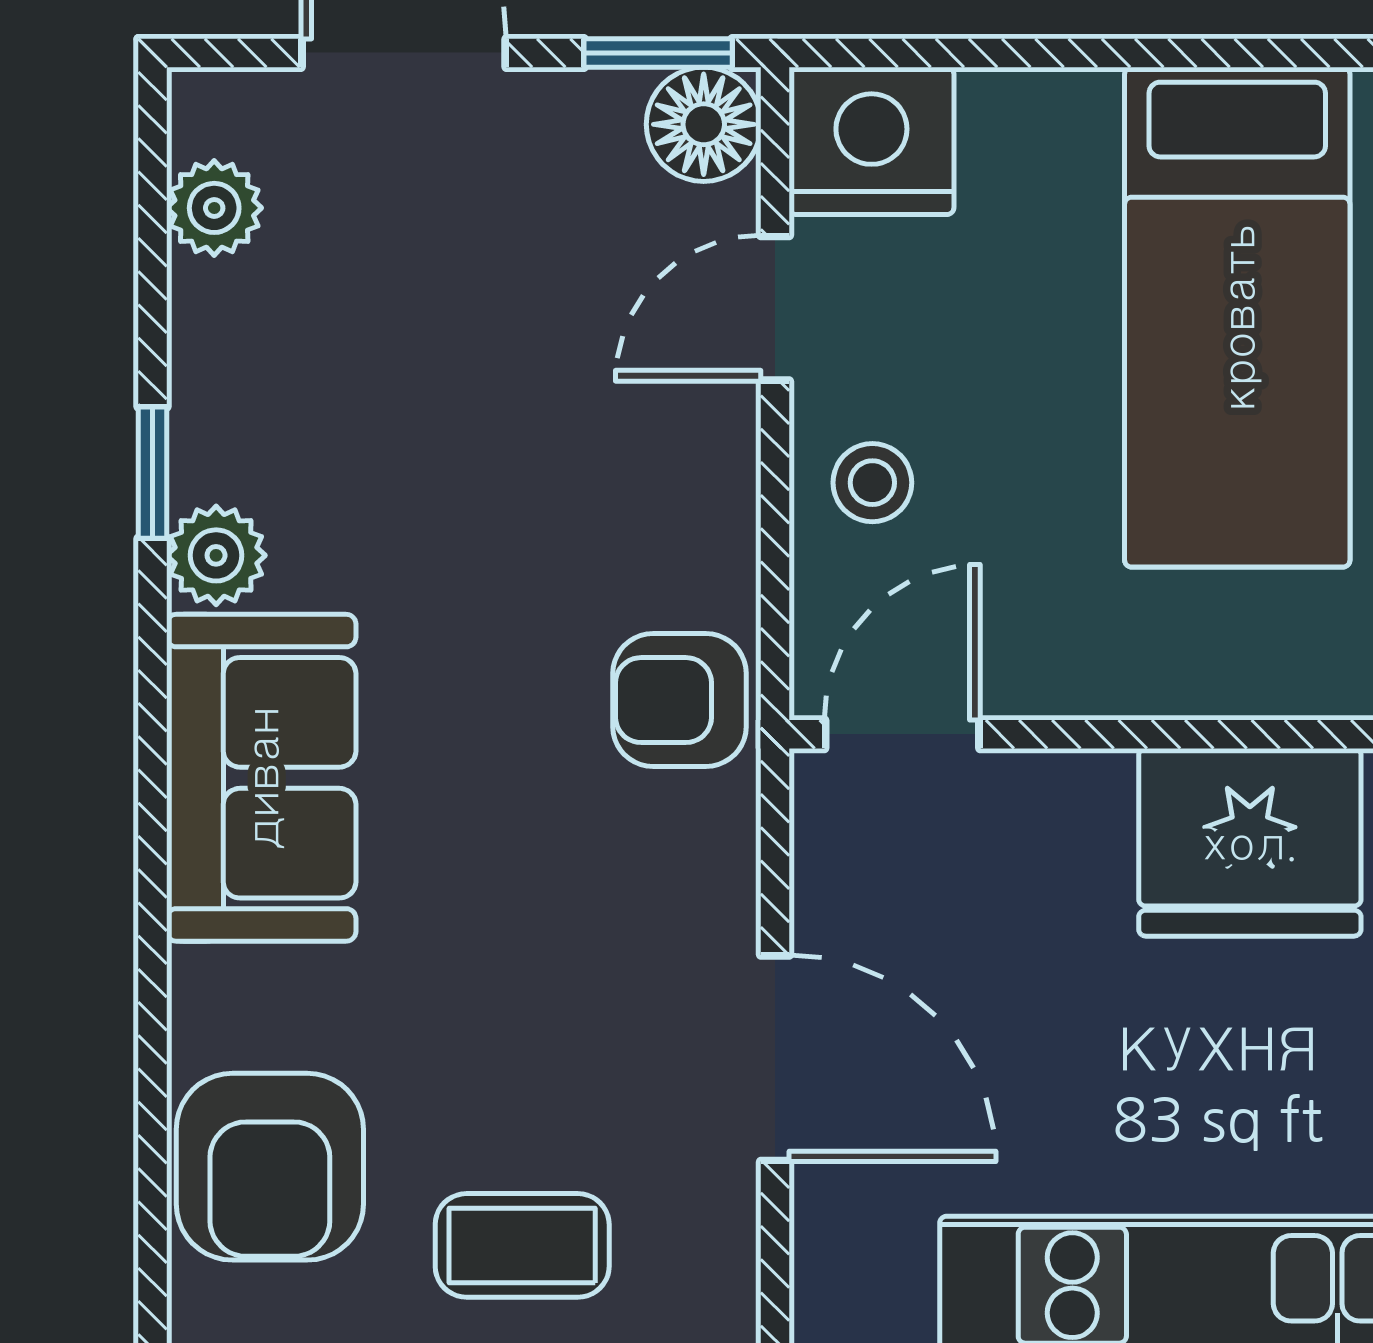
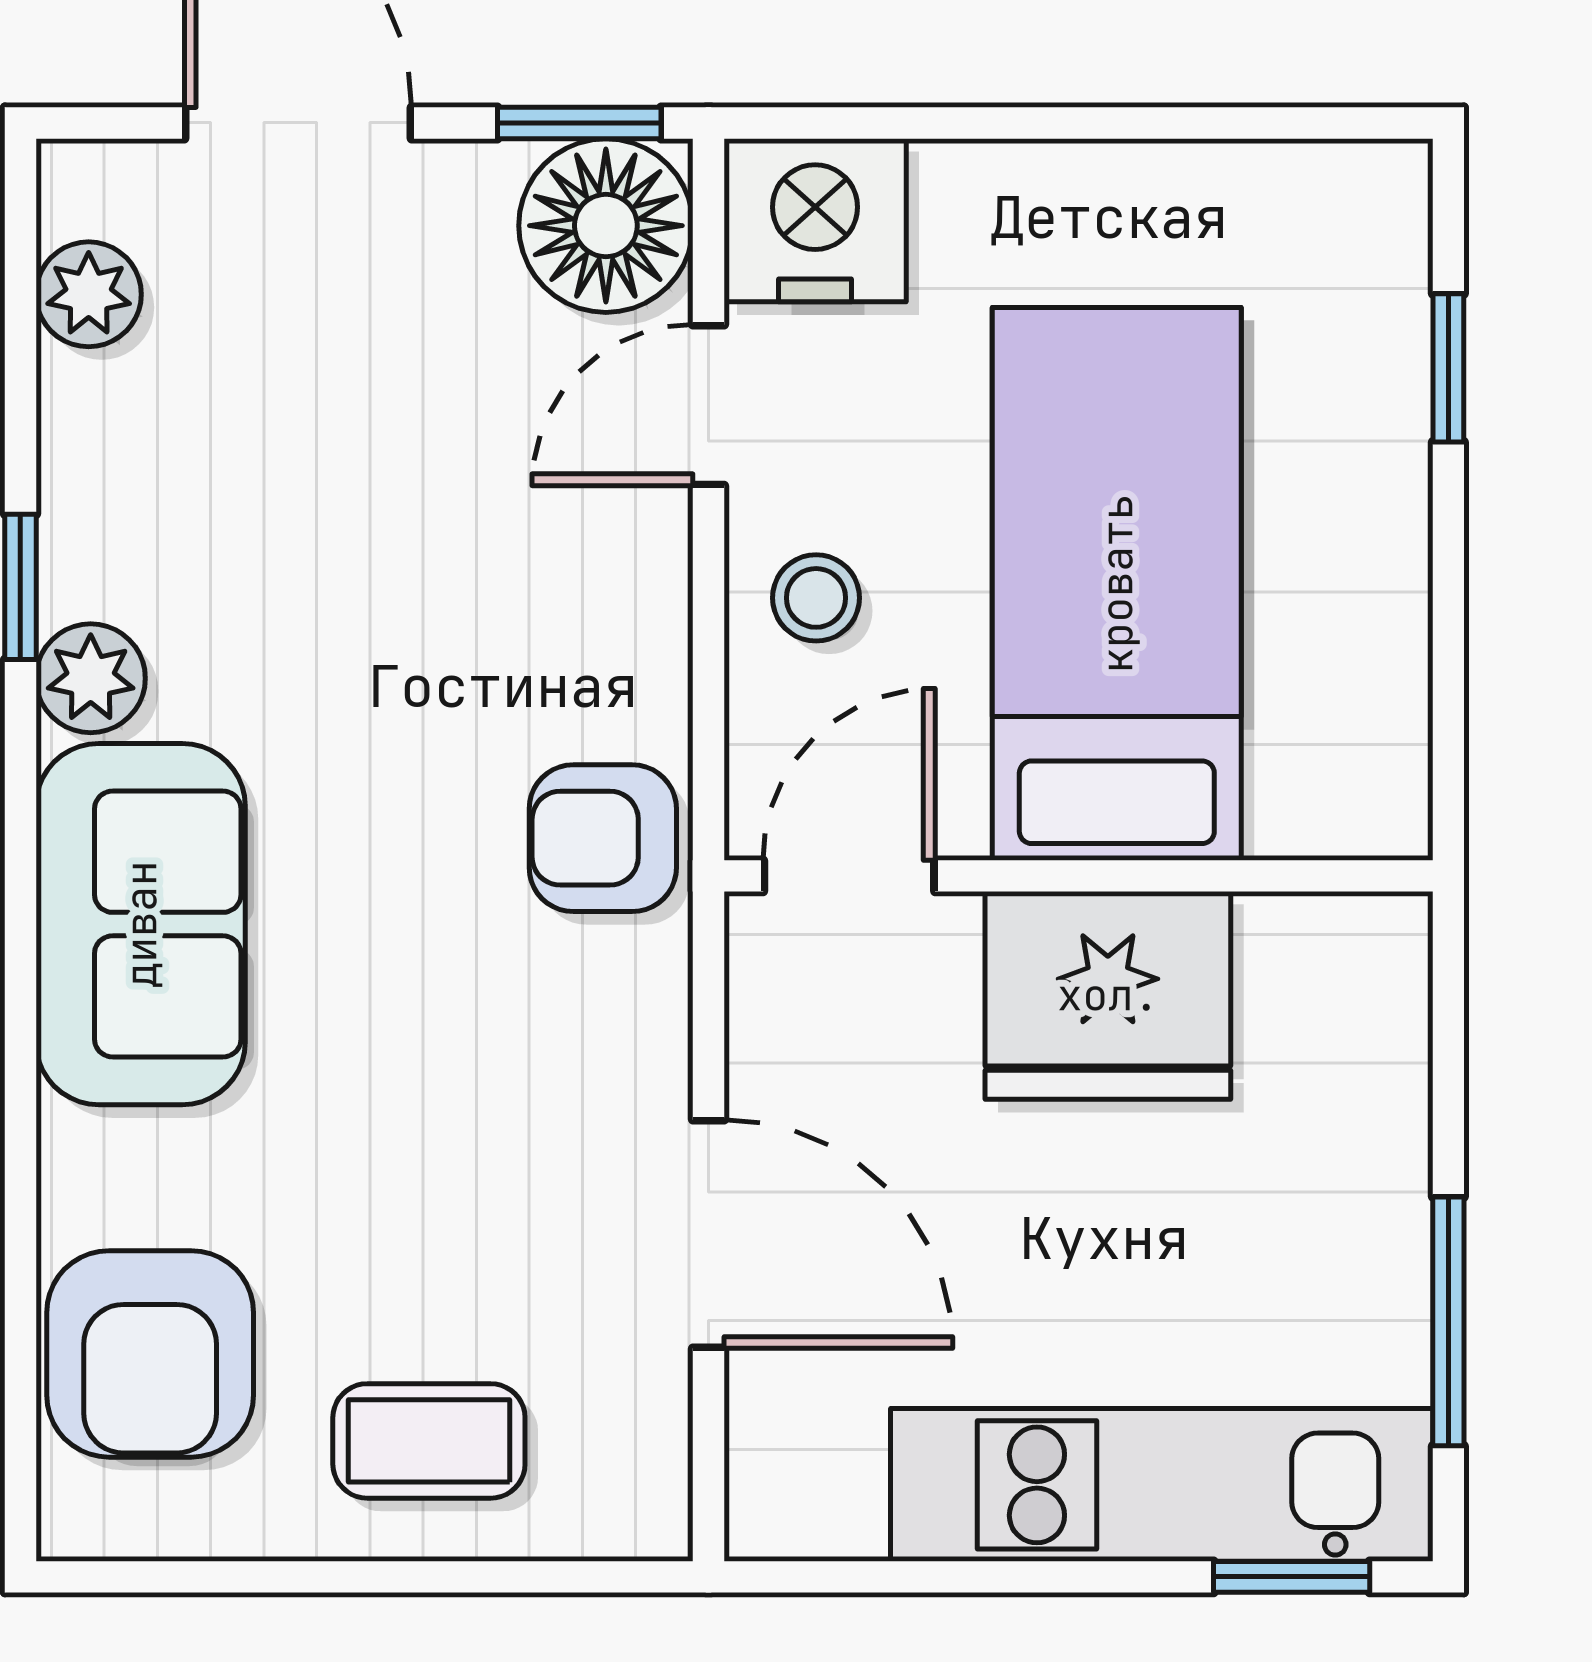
floor lamp: (704, 124) -> (606, 226), width x1.38, depth x1.38
bed: (1237, 317) -> (1117, 584), moved, turned 180
fridge: (1250, 842) -> (1108, 995), moved

